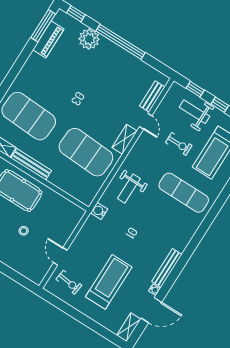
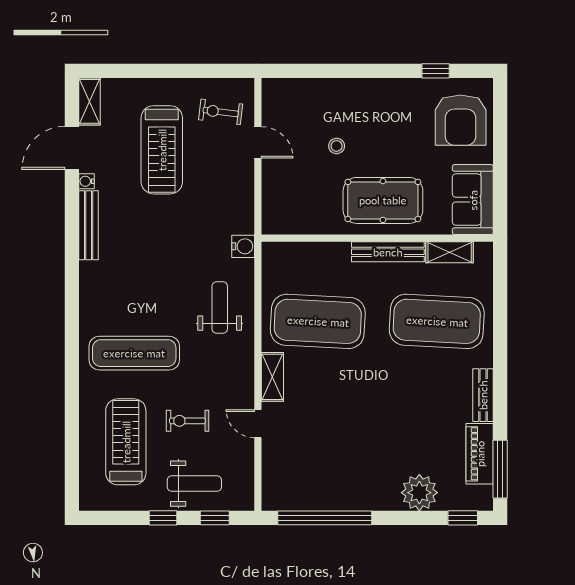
window: (120, 42) -> (325, 518), moved
bench: (152, 96) -> (483, 395), moved

